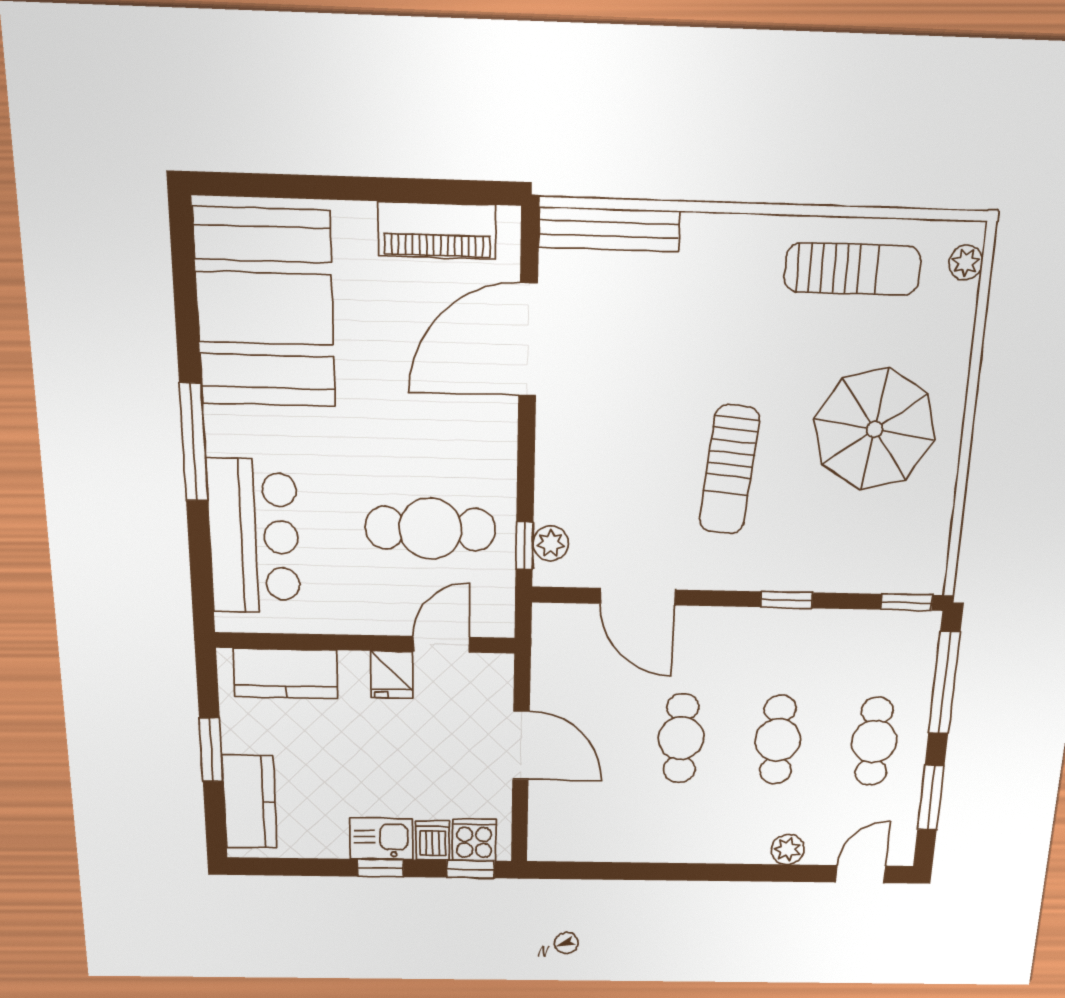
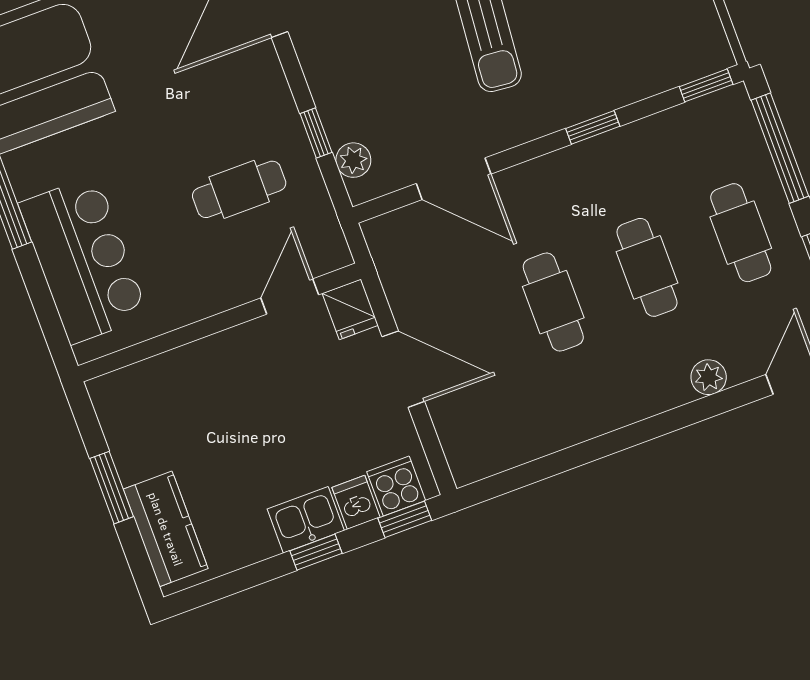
cafe table: (430, 529) -> (239, 189), width x0.73, depth x0.74
window: (524, 546) -> (316, 133), moved
kitchen counter: (285, 673) -> (156, 382), removed
fridge: (392, 675) -> (350, 309), moved

